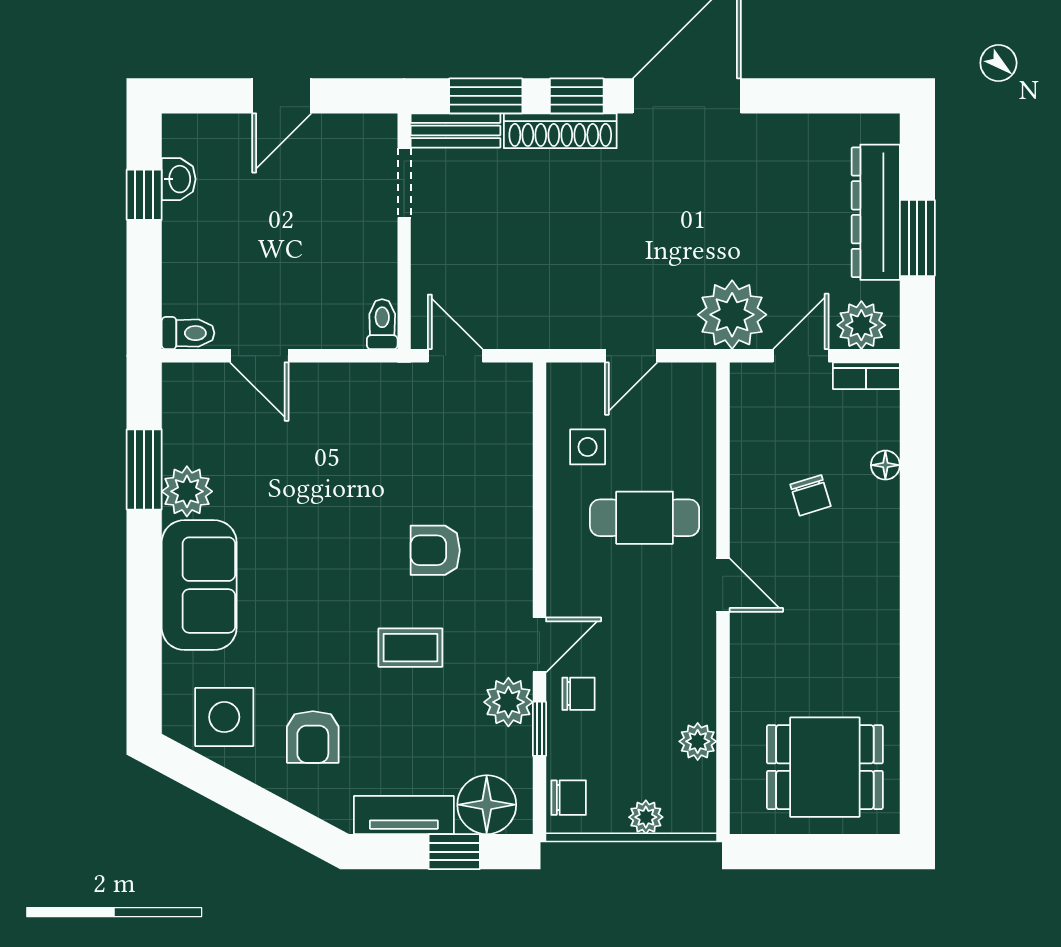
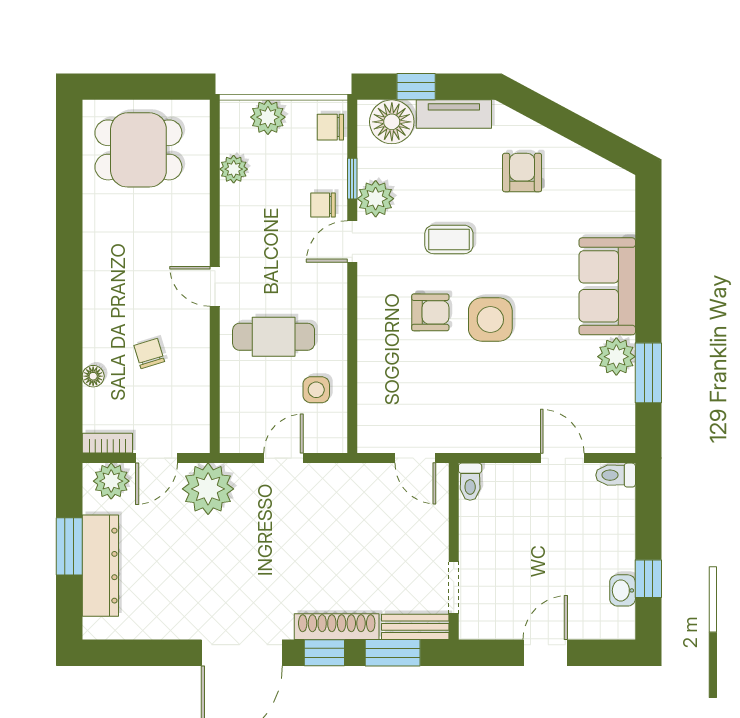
side table: (224, 717) -> (490, 320), moved
plant: (646, 817) -> (268, 117), width x1.38, depth x1.38

